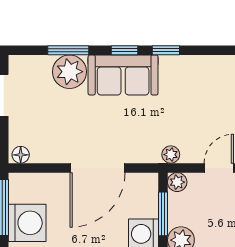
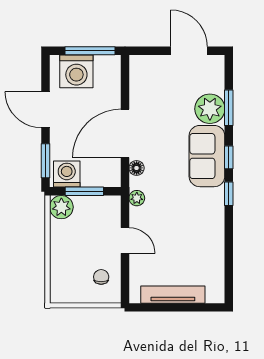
floor lamp: (21, 155) -> (137, 168), moved
door: (97, 168) -> (125, 133), hinge flipped
plant: (177, 182) -> (112, 204), removed

